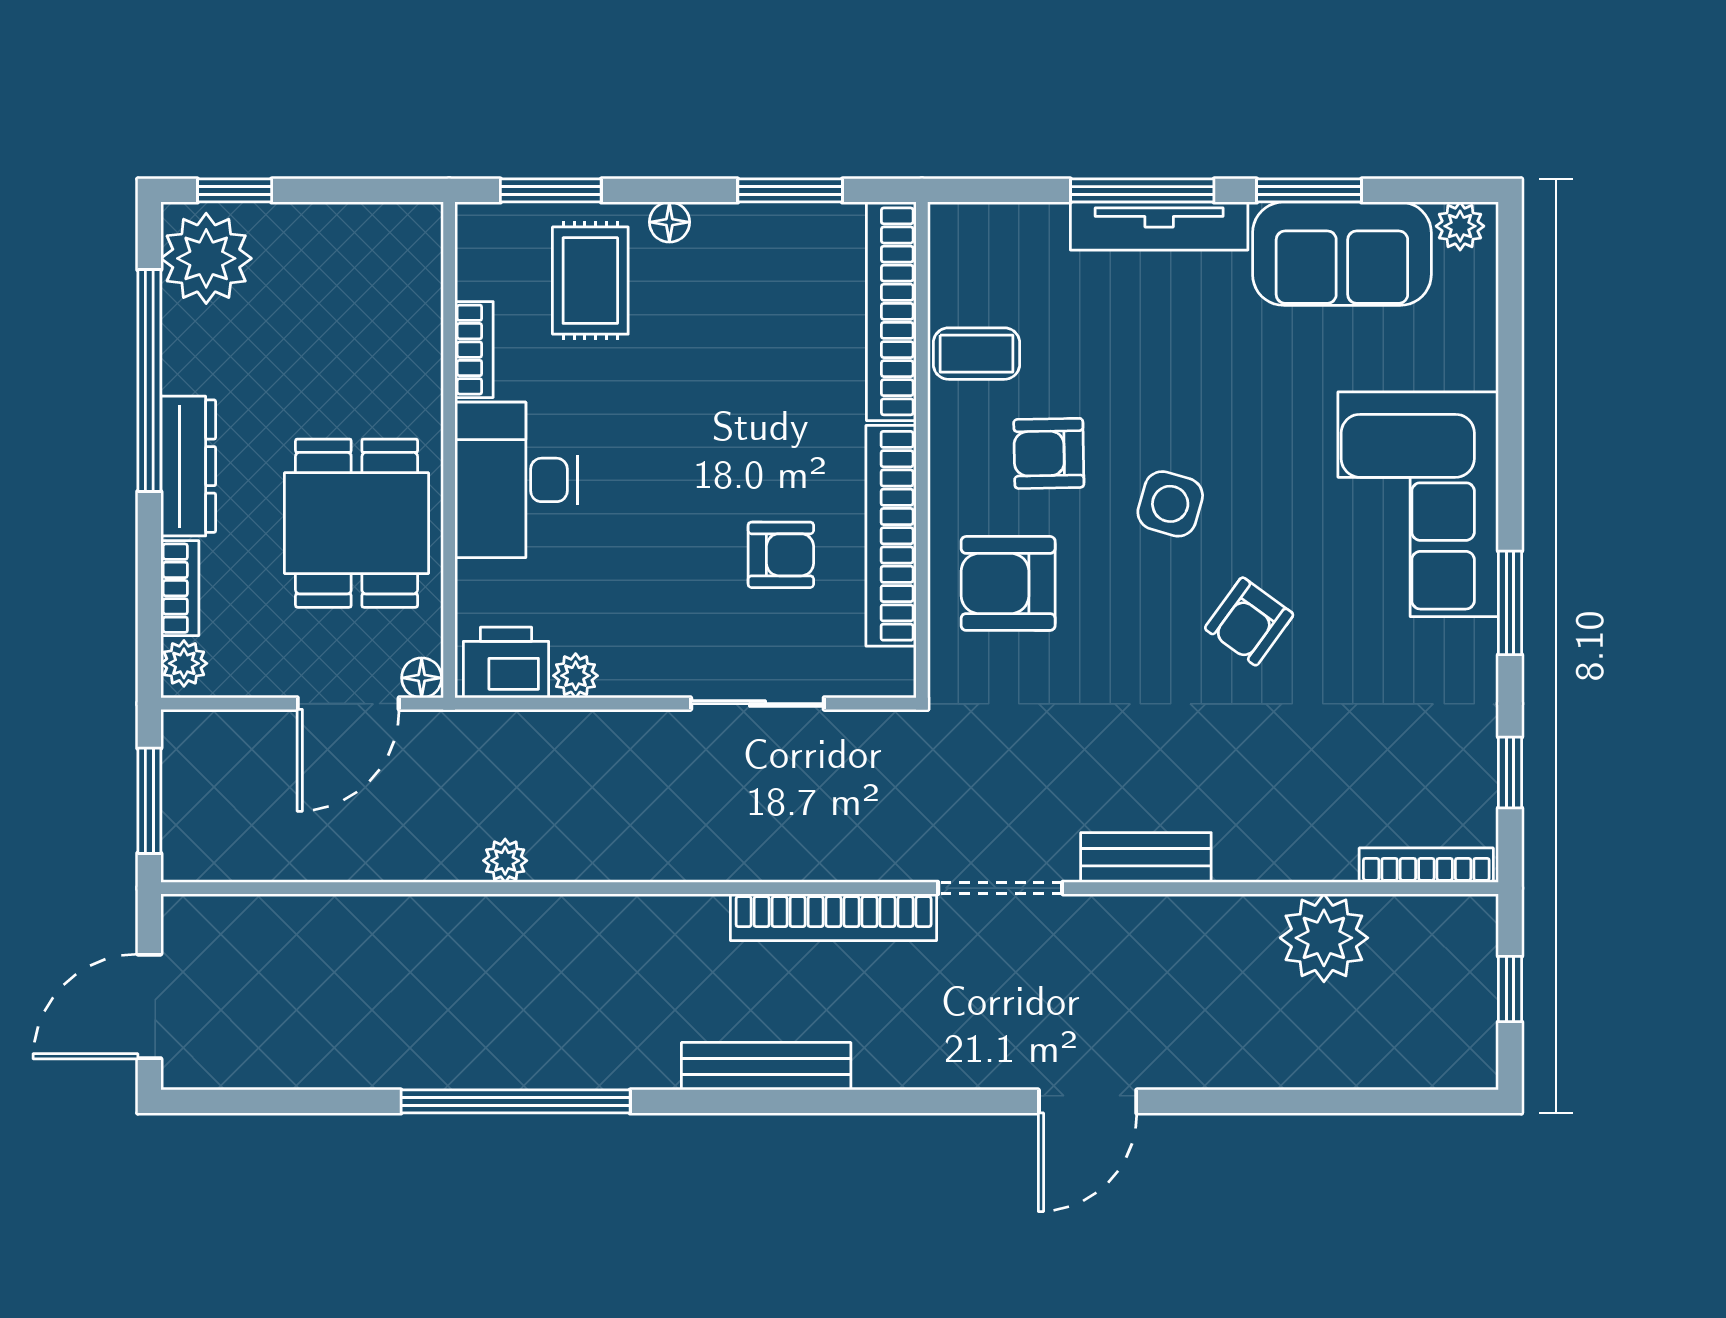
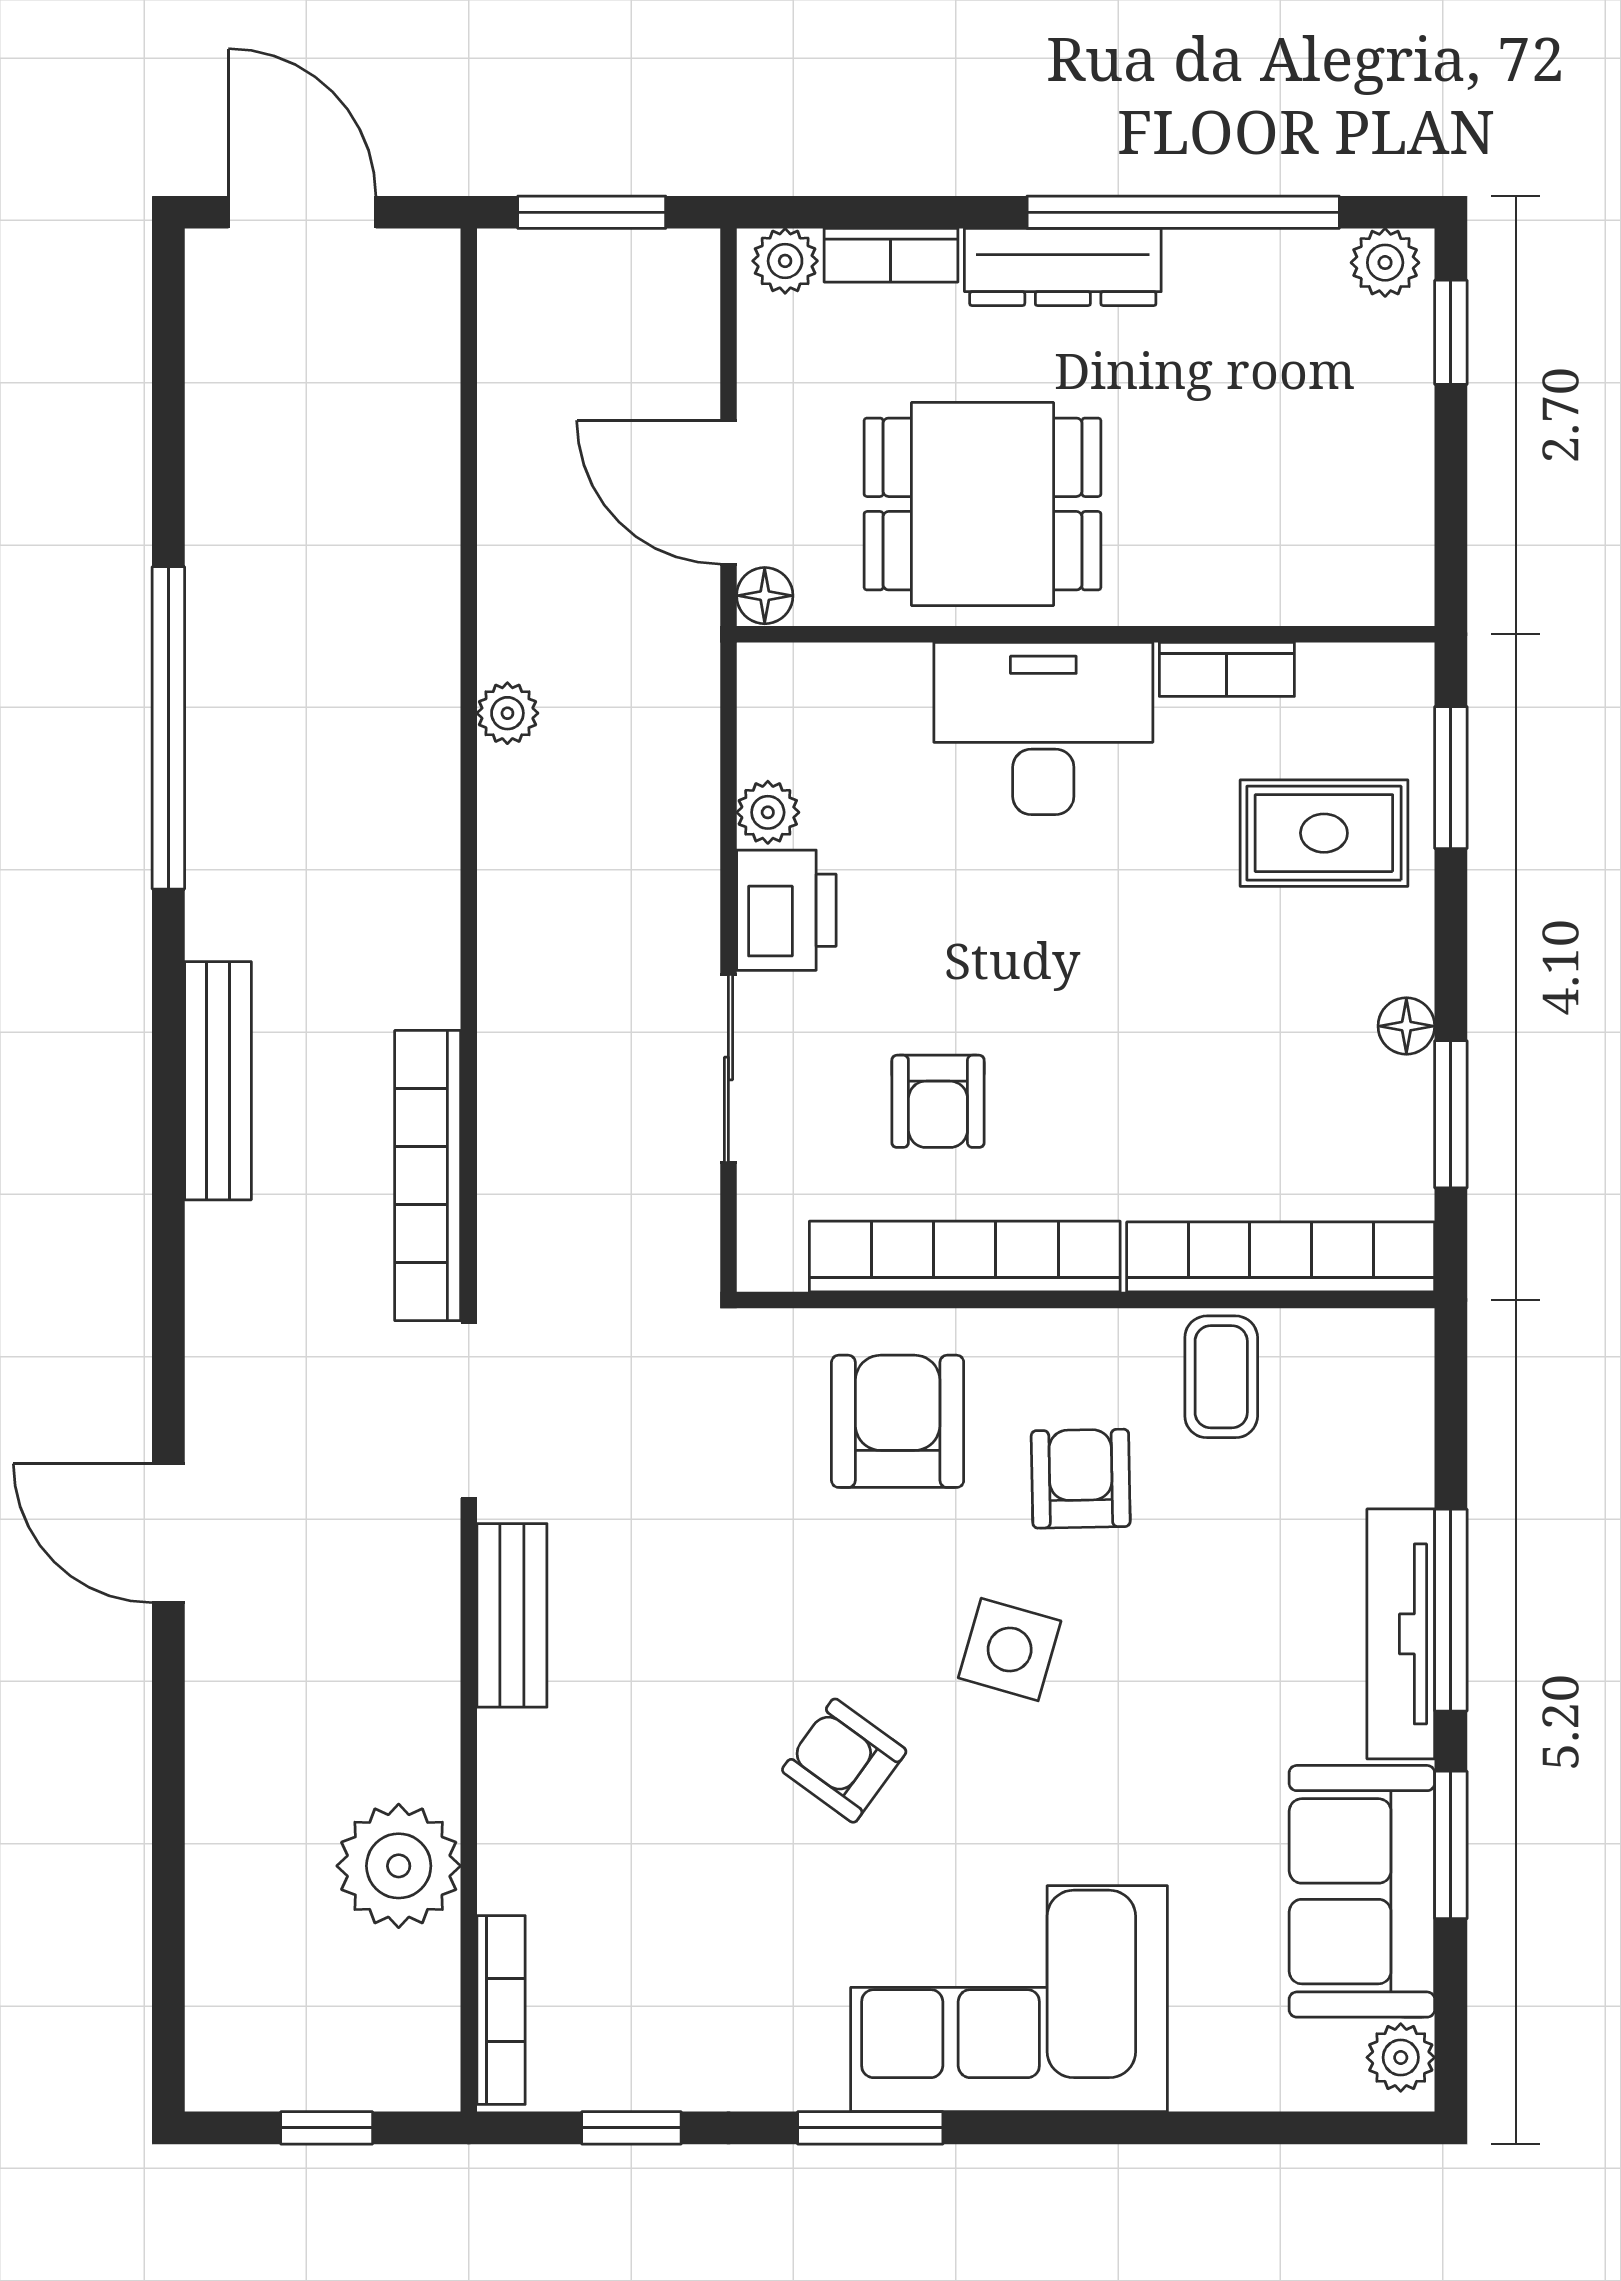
floor lamp: (669, 222) -> (1406, 1026), moved
plant: (206, 258) -> (1385, 263), width x0.53, depth x0.53
printer: (506, 663) -> (786, 910), moved

